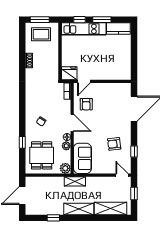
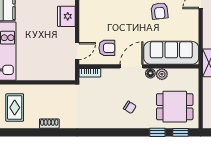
fridge: (69, 73) -> (66, 16), moved
door: (84, 81) -> (77, 51), hinge flipped
sofa: (82, 158) -> (171, 53), width x1.36
window: (22, 160) -> (180, 132), added
plant: (65, 168) -> (192, 75), removed

